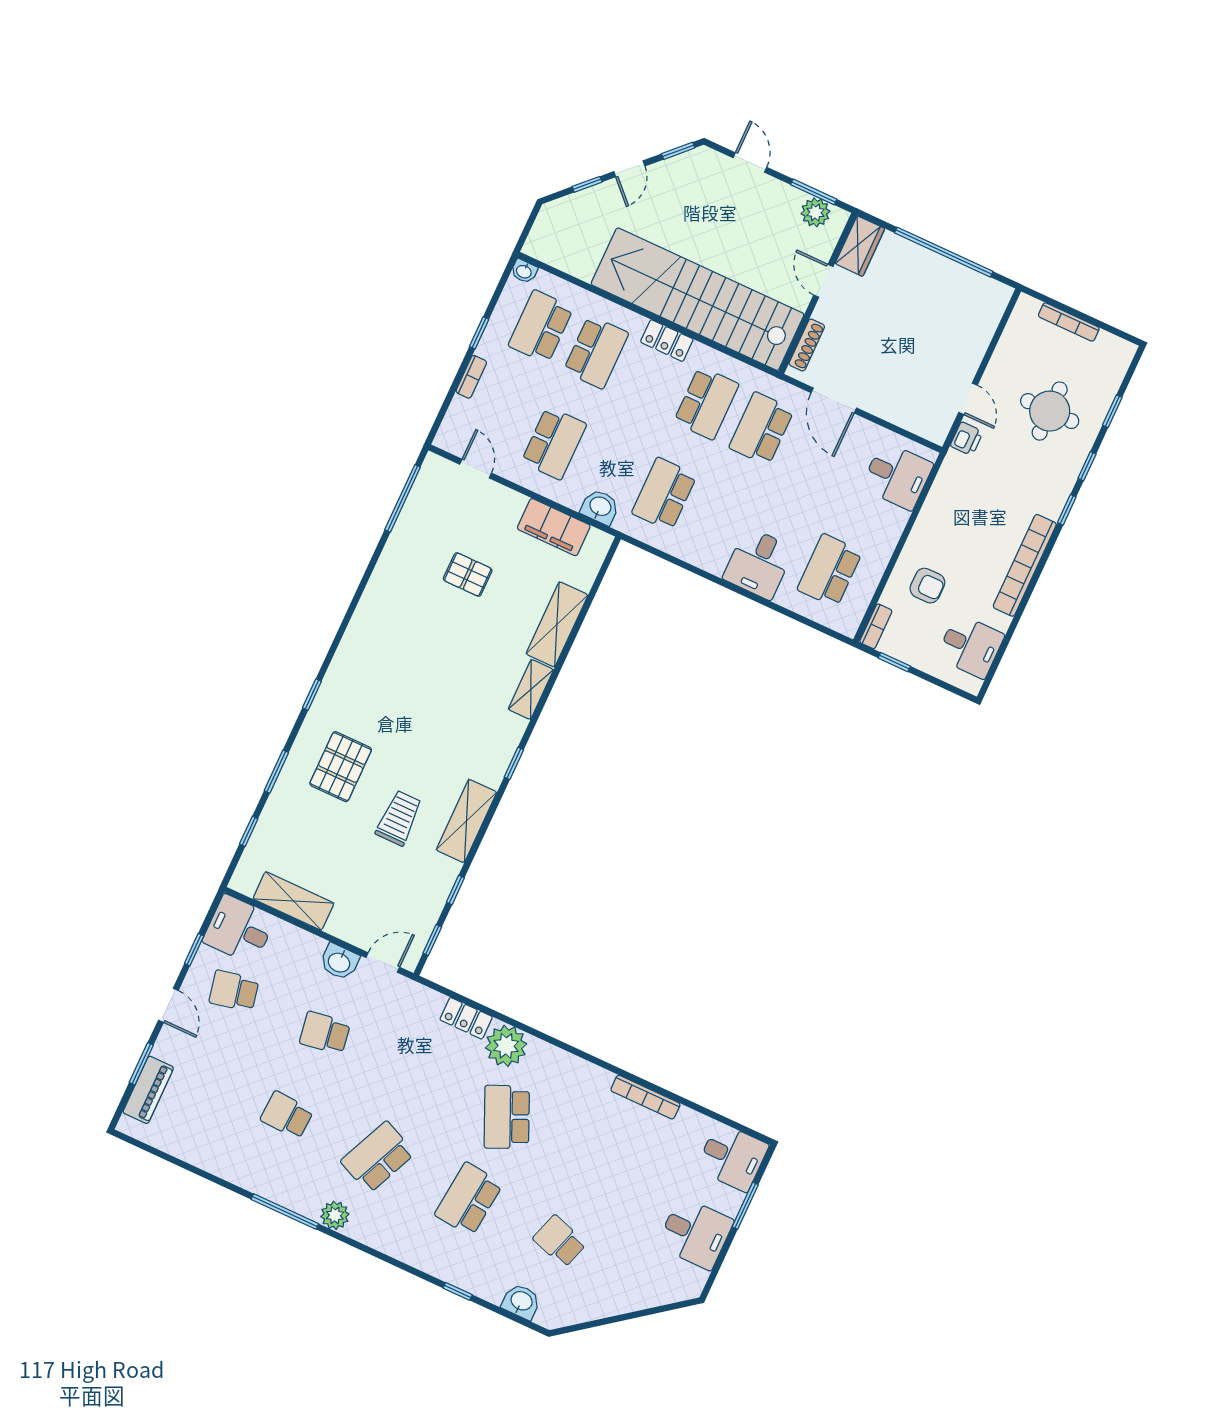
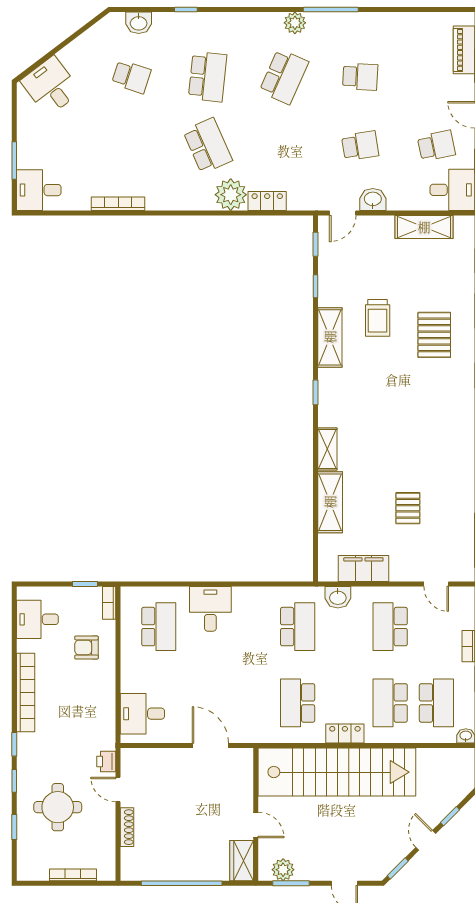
shoe rack: (807, 345) -> (127, 827), moved, turned 180
school desk: (761, 429) -> (251, 703), removed
pallet: (468, 575) -> (408, 508), turned 90
desk: (695, 1233) -> (51, 86), moved, turned 53

